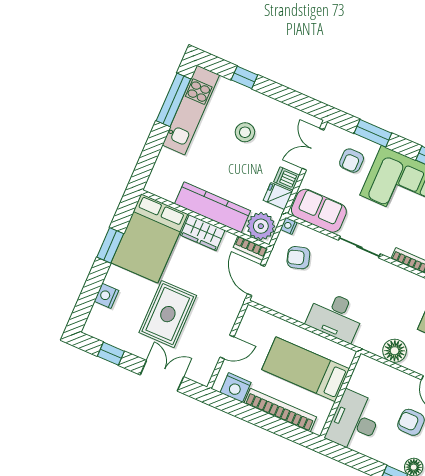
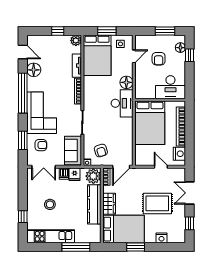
window: (173, 100) -> (76, 247), moved
desk: (335, 316) -> (122, 103), moved
bed: (306, 369) -> (150, 123), width x1.50

